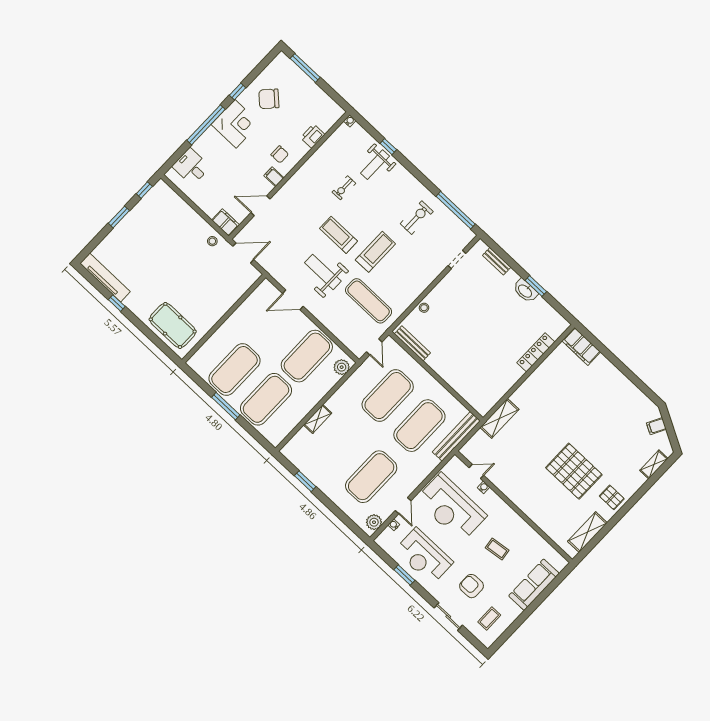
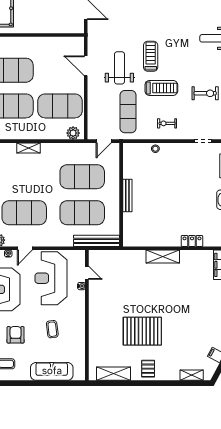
exercise bike: (344, 188) -> (167, 123), moved
bench: (412, 343) -> (127, 196), moved
locker: (536, 352) -> (192, 241), width x0.66
shelving: (499, 418) -> (163, 257), moved
pallet: (574, 471) -> (142, 331), turned 90

